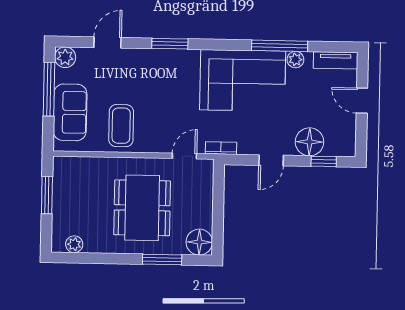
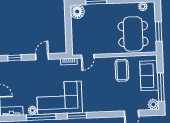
window: (170, 44) -> (77, 116), moved
floor lamp: (309, 142) -> (22, 68), removed
dining table: (142, 208) -> (133, 34), moved

